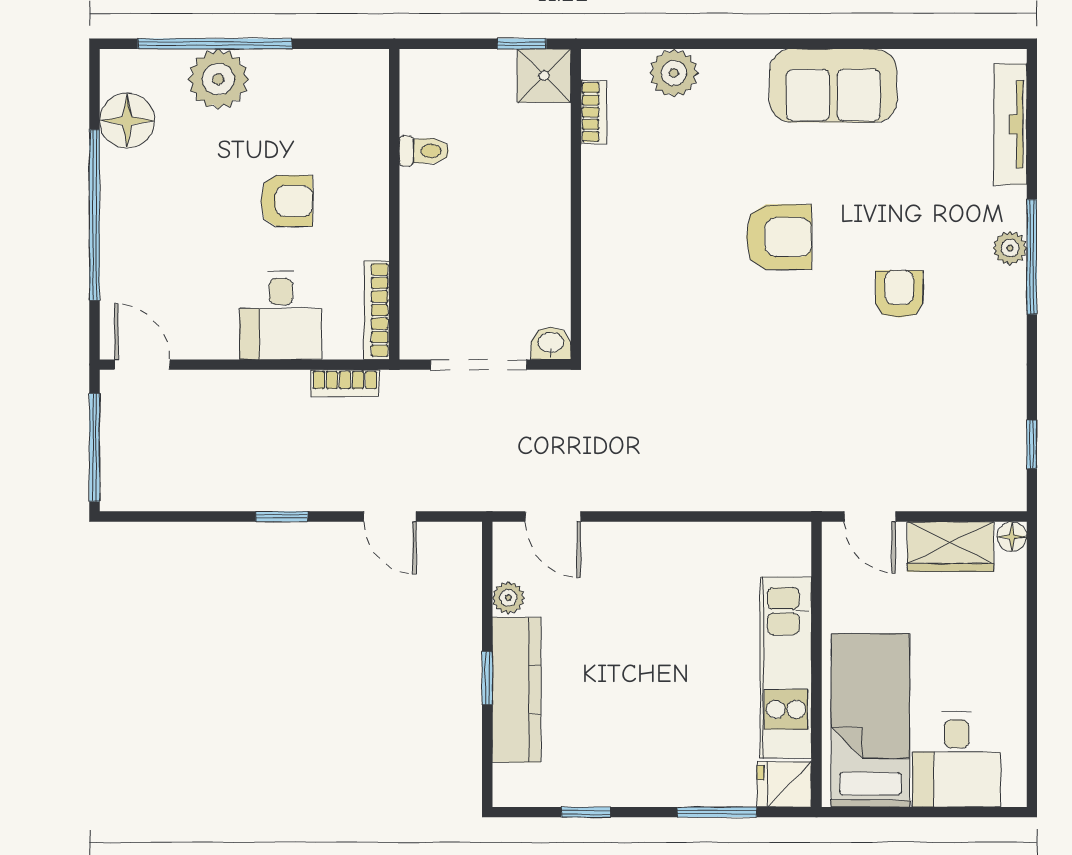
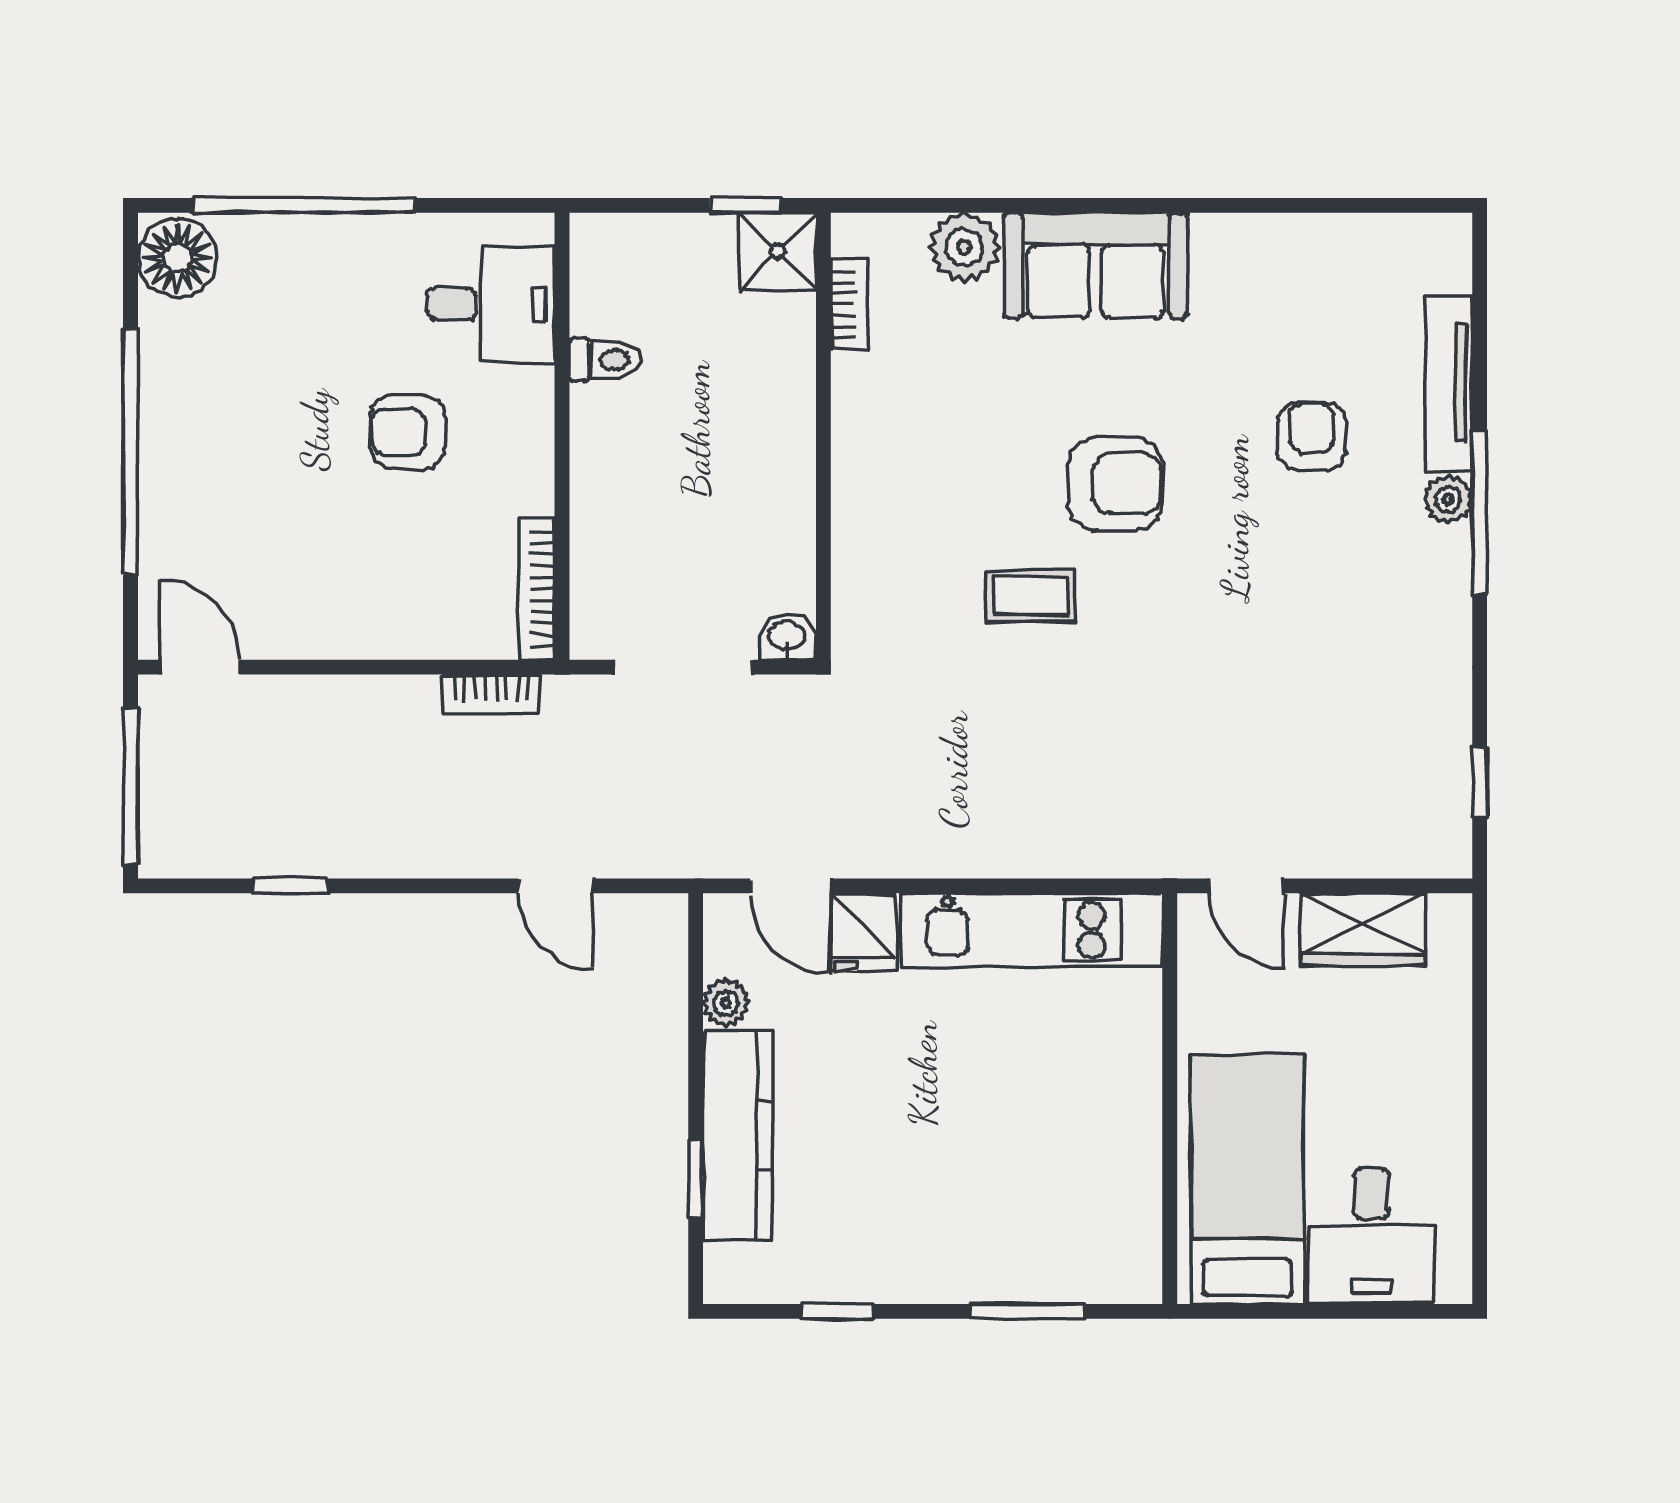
plant: (218, 79) -> (309, 256), removed
sofa: (833, 86) -> (1096, 266), moved
floor lamp: (127, 121) -> (177, 258), moved
tv unit: (1010, 124) -> (1449, 383), moved
armchair: (287, 201) -> (407, 432), turned 180
armchair: (899, 294) -> (1312, 436), moved
desk: (281, 315) -> (491, 304), moved, turned -90
coffee table: (720, 315) -> (1030, 595), added
window: (282, 517) -> (291, 886), moved
floor lamp: (1012, 537) -> (1451, 915), removed
kitchen unit: (786, 667) -> (1032, 930), moved, turned -90
window: (487, 678) -> (696, 1178), moved
fridge: (784, 784) -> (863, 932), moved, turned -90

